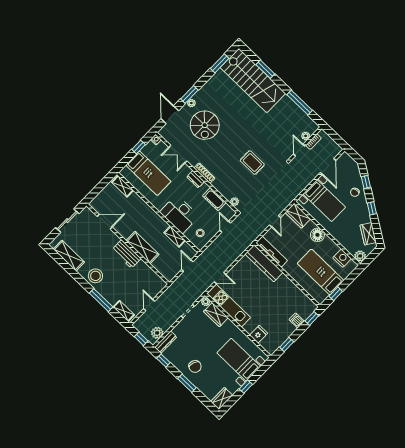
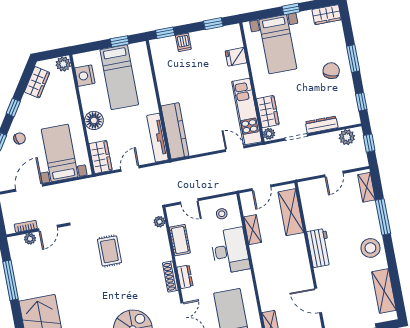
door: (225, 227) -> (189, 201), hinge flipped
shelving: (142, 247) -> (291, 212), moved
dresser: (166, 342) -> (322, 125), moved

